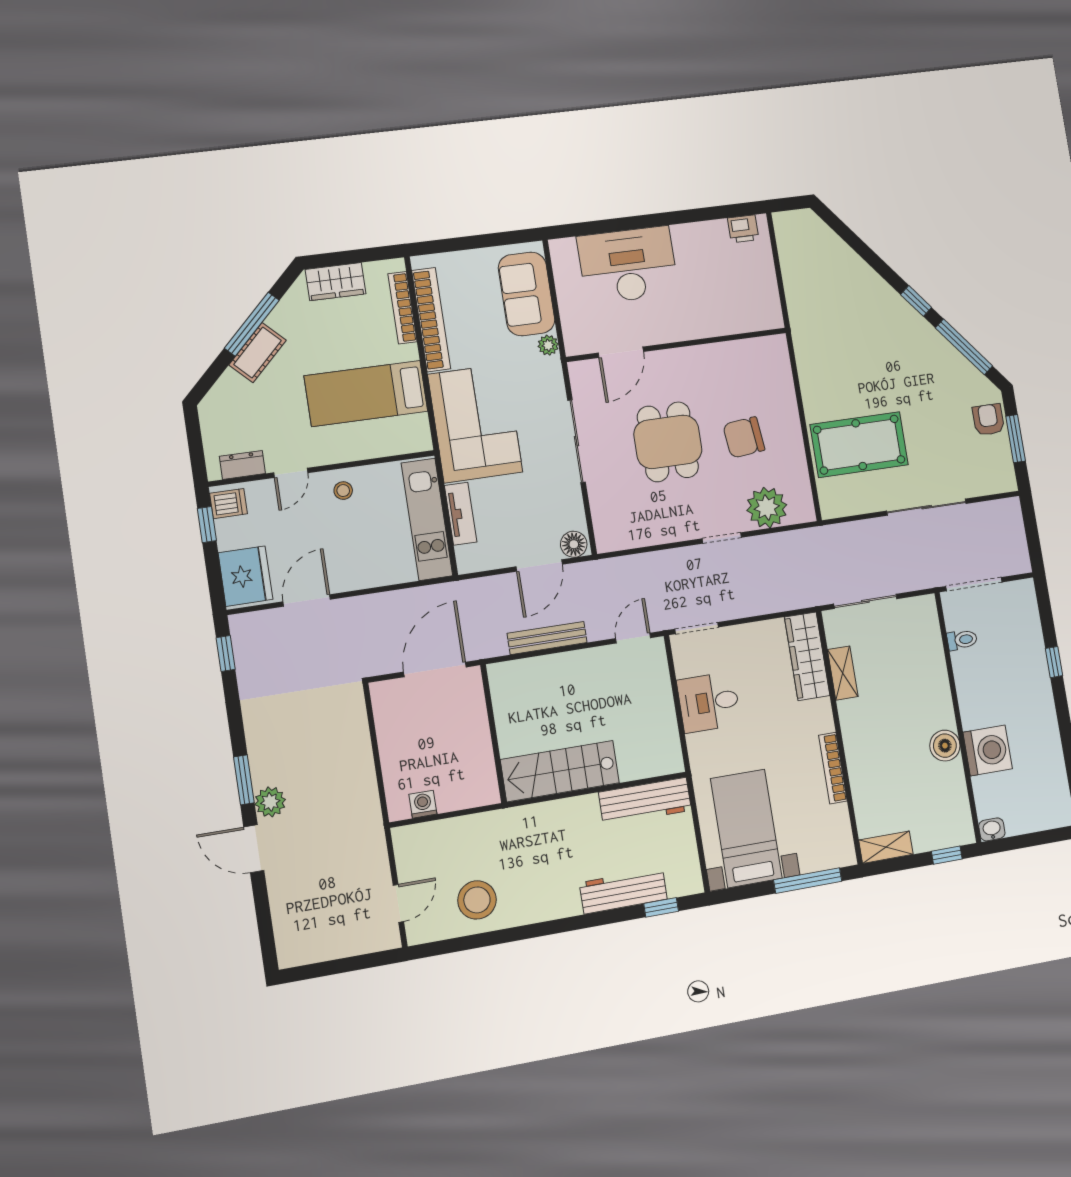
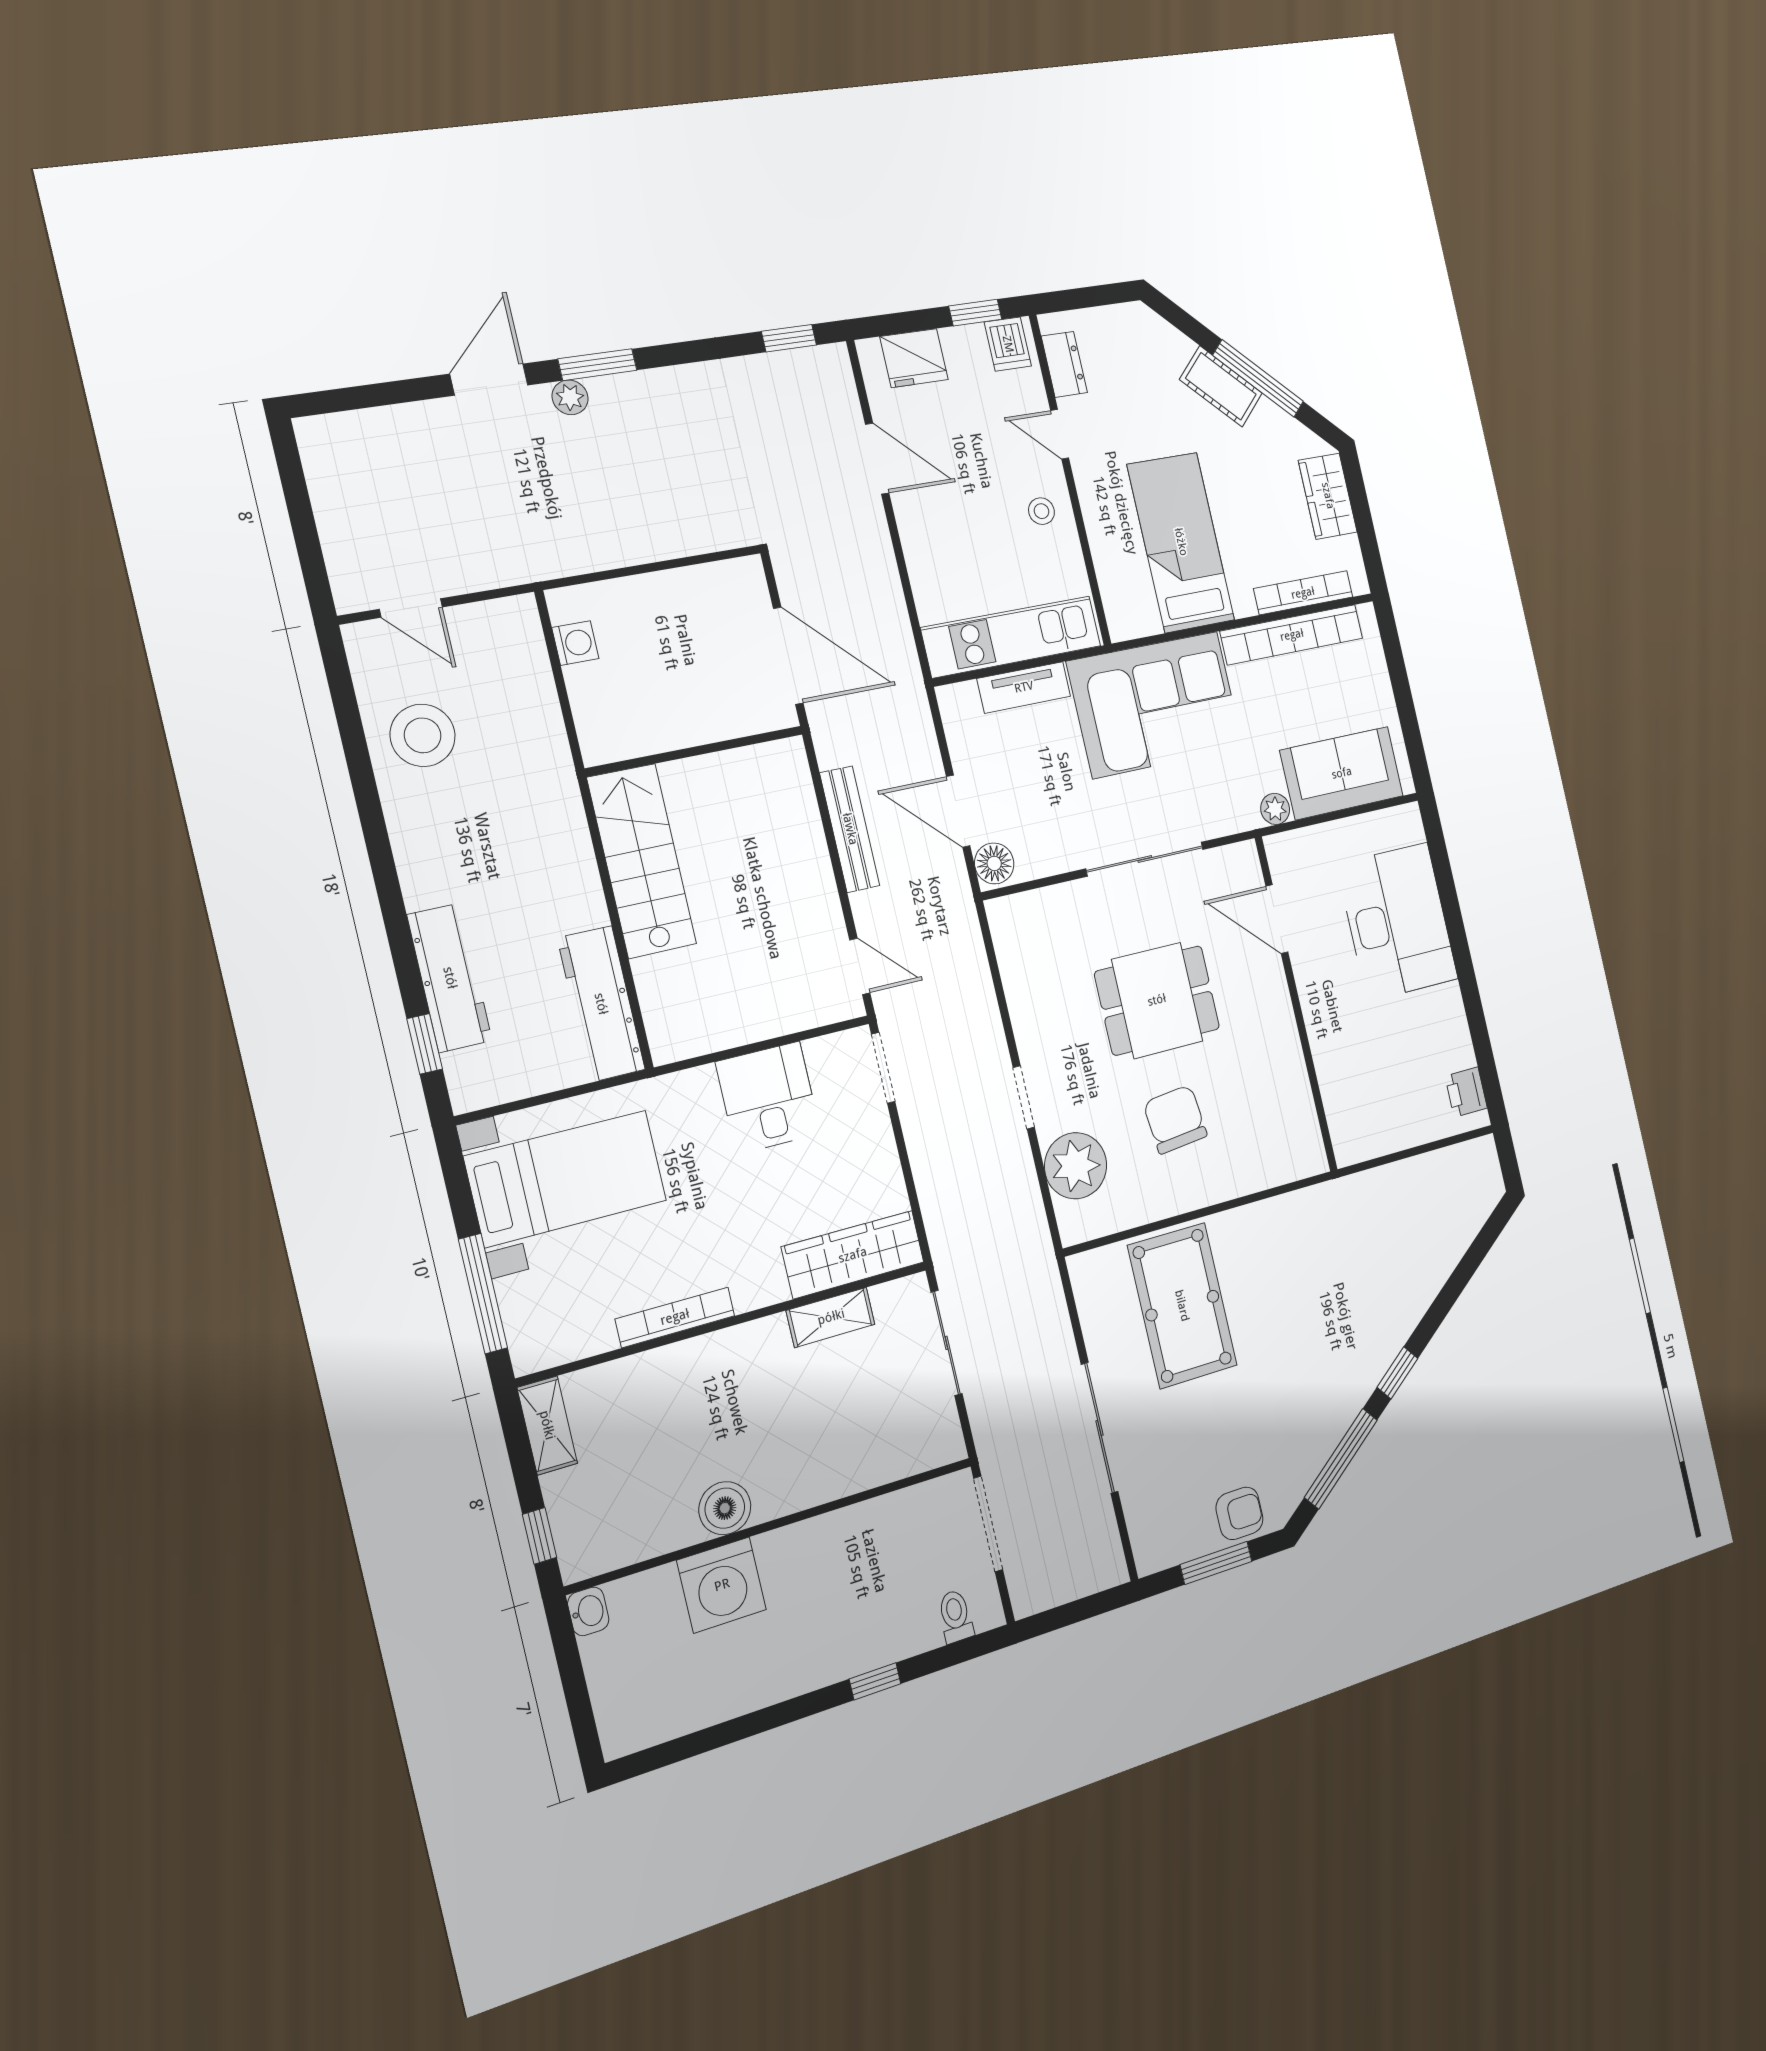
fridge: (246, 576) -> (914, 358), width x0.73, depth x0.75
toilet: (962, 640) -> (956, 1616), moved, turned 180
plant: (270, 802) -> (570, 397), width x0.73, depth x0.73

